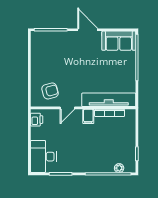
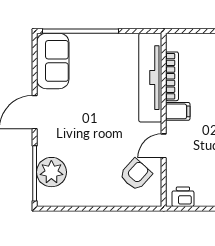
plant: (52, 40) -> (51, 172), added
armchair: (50, 91) -> (136, 175), turned 57
door: (67, 108) -> (164, 146), swing flipped

